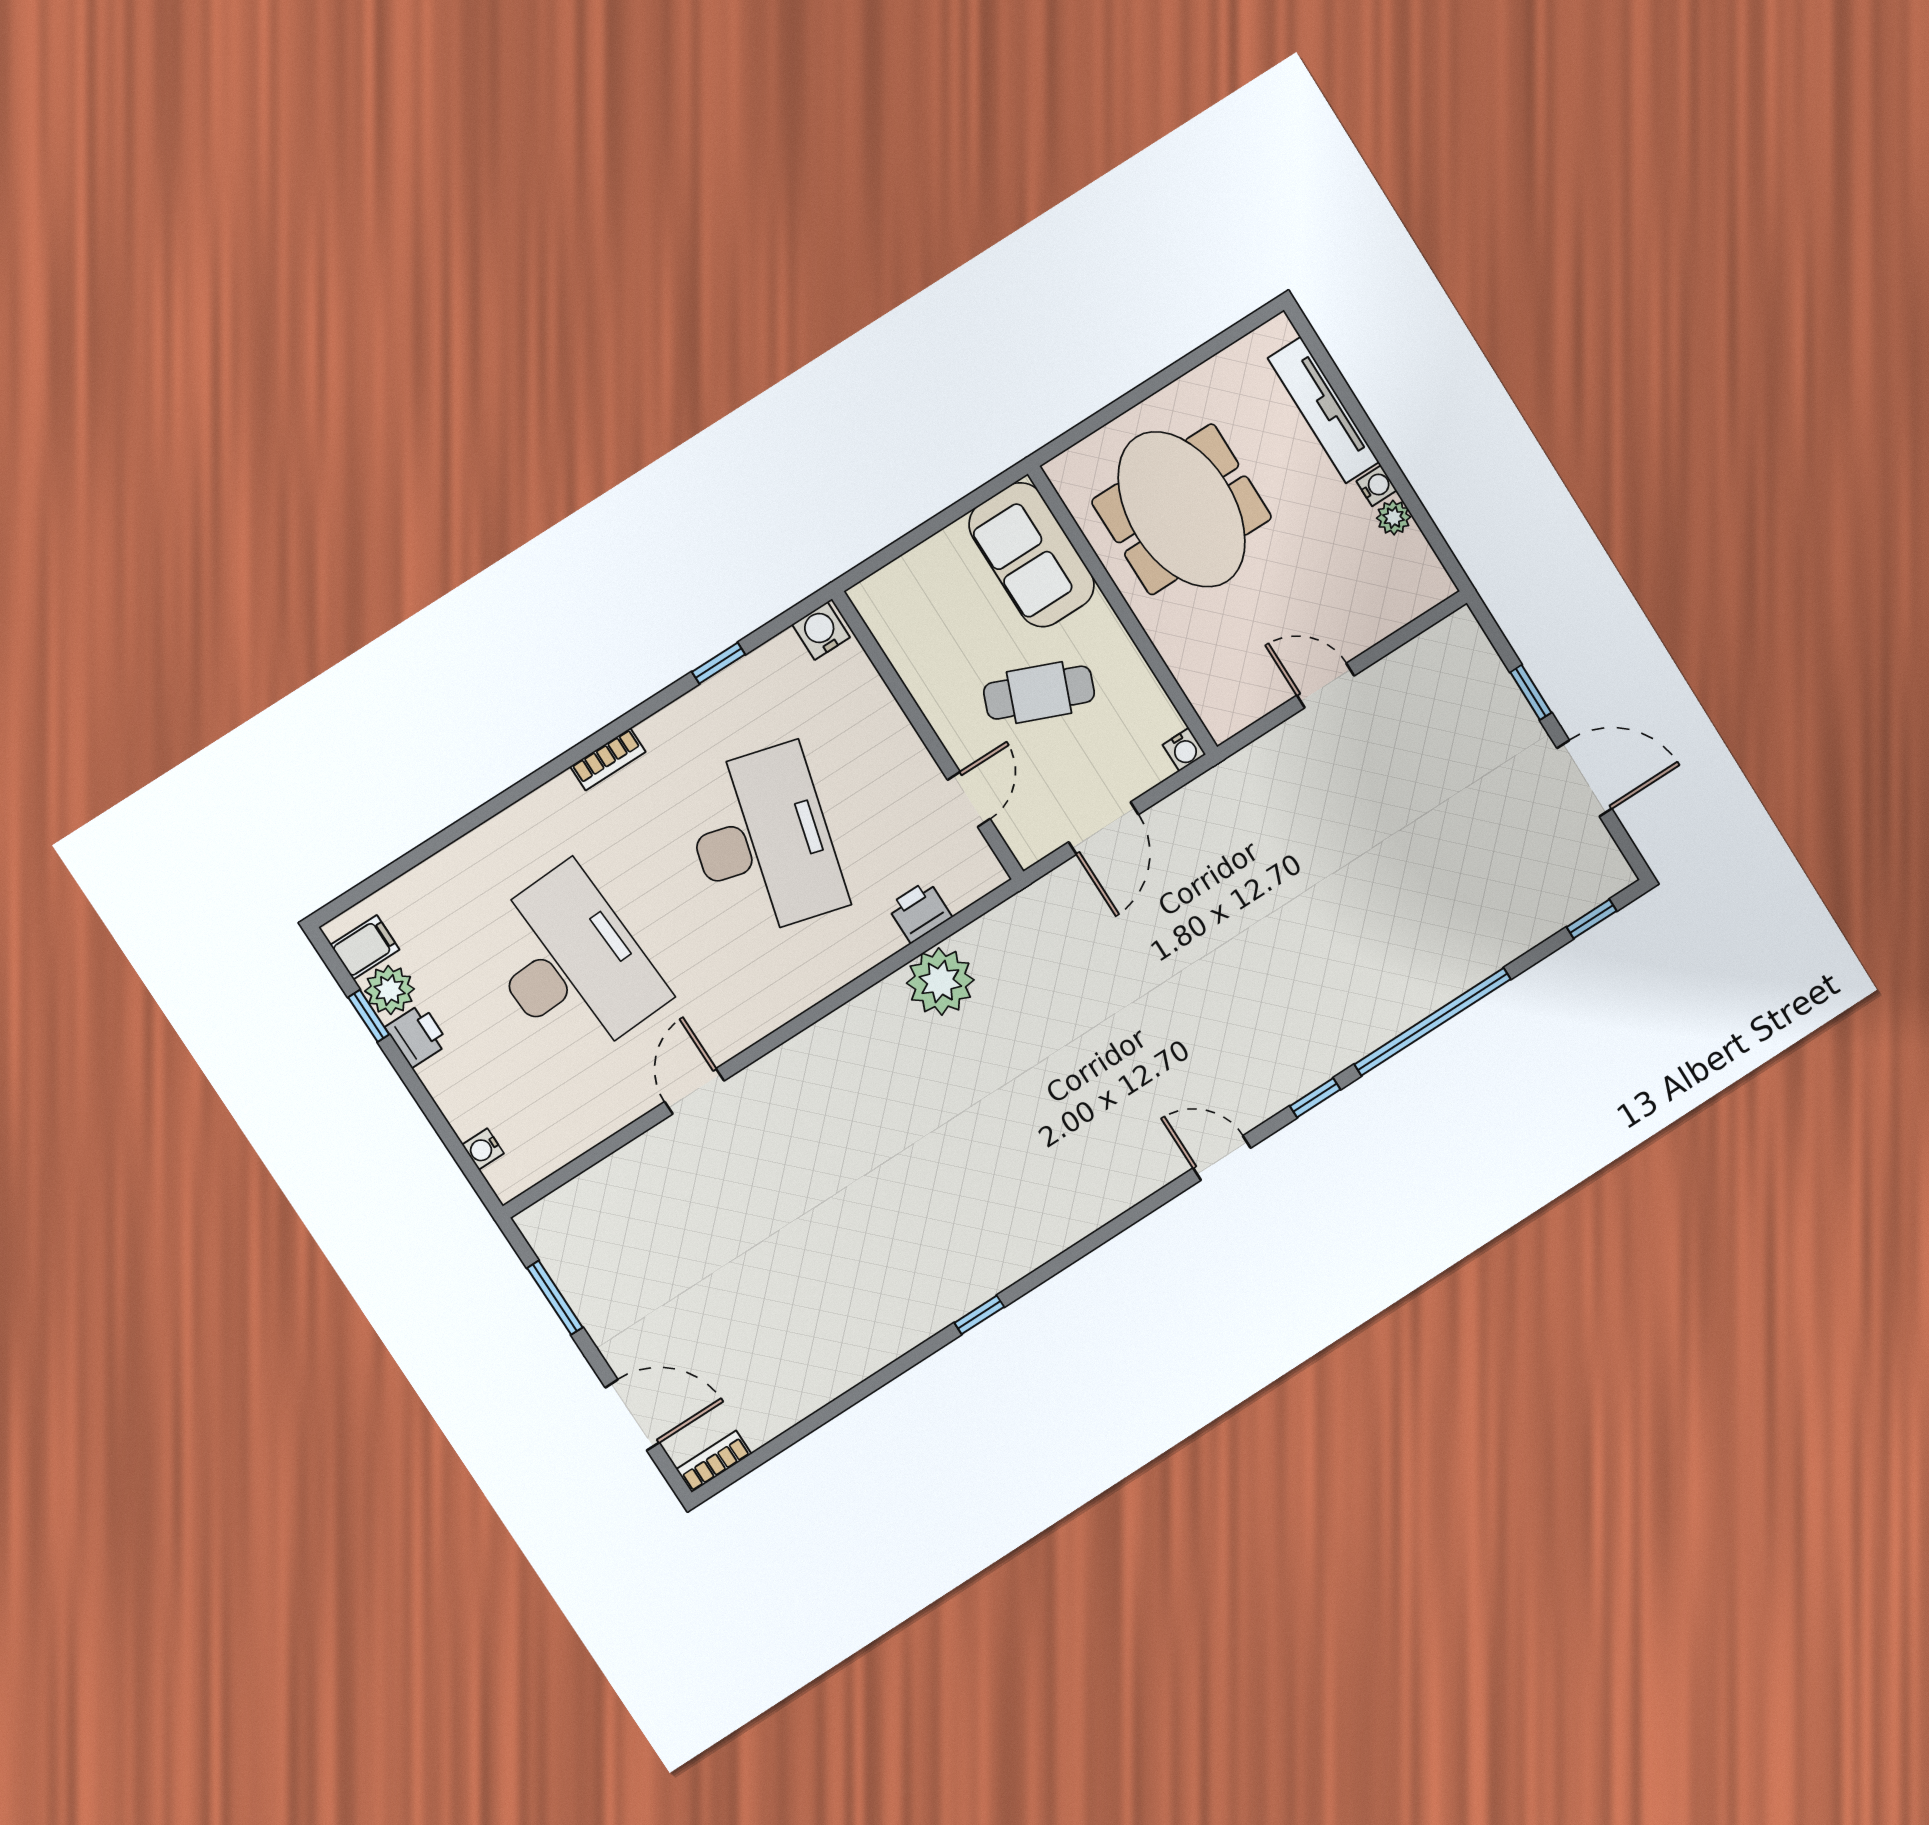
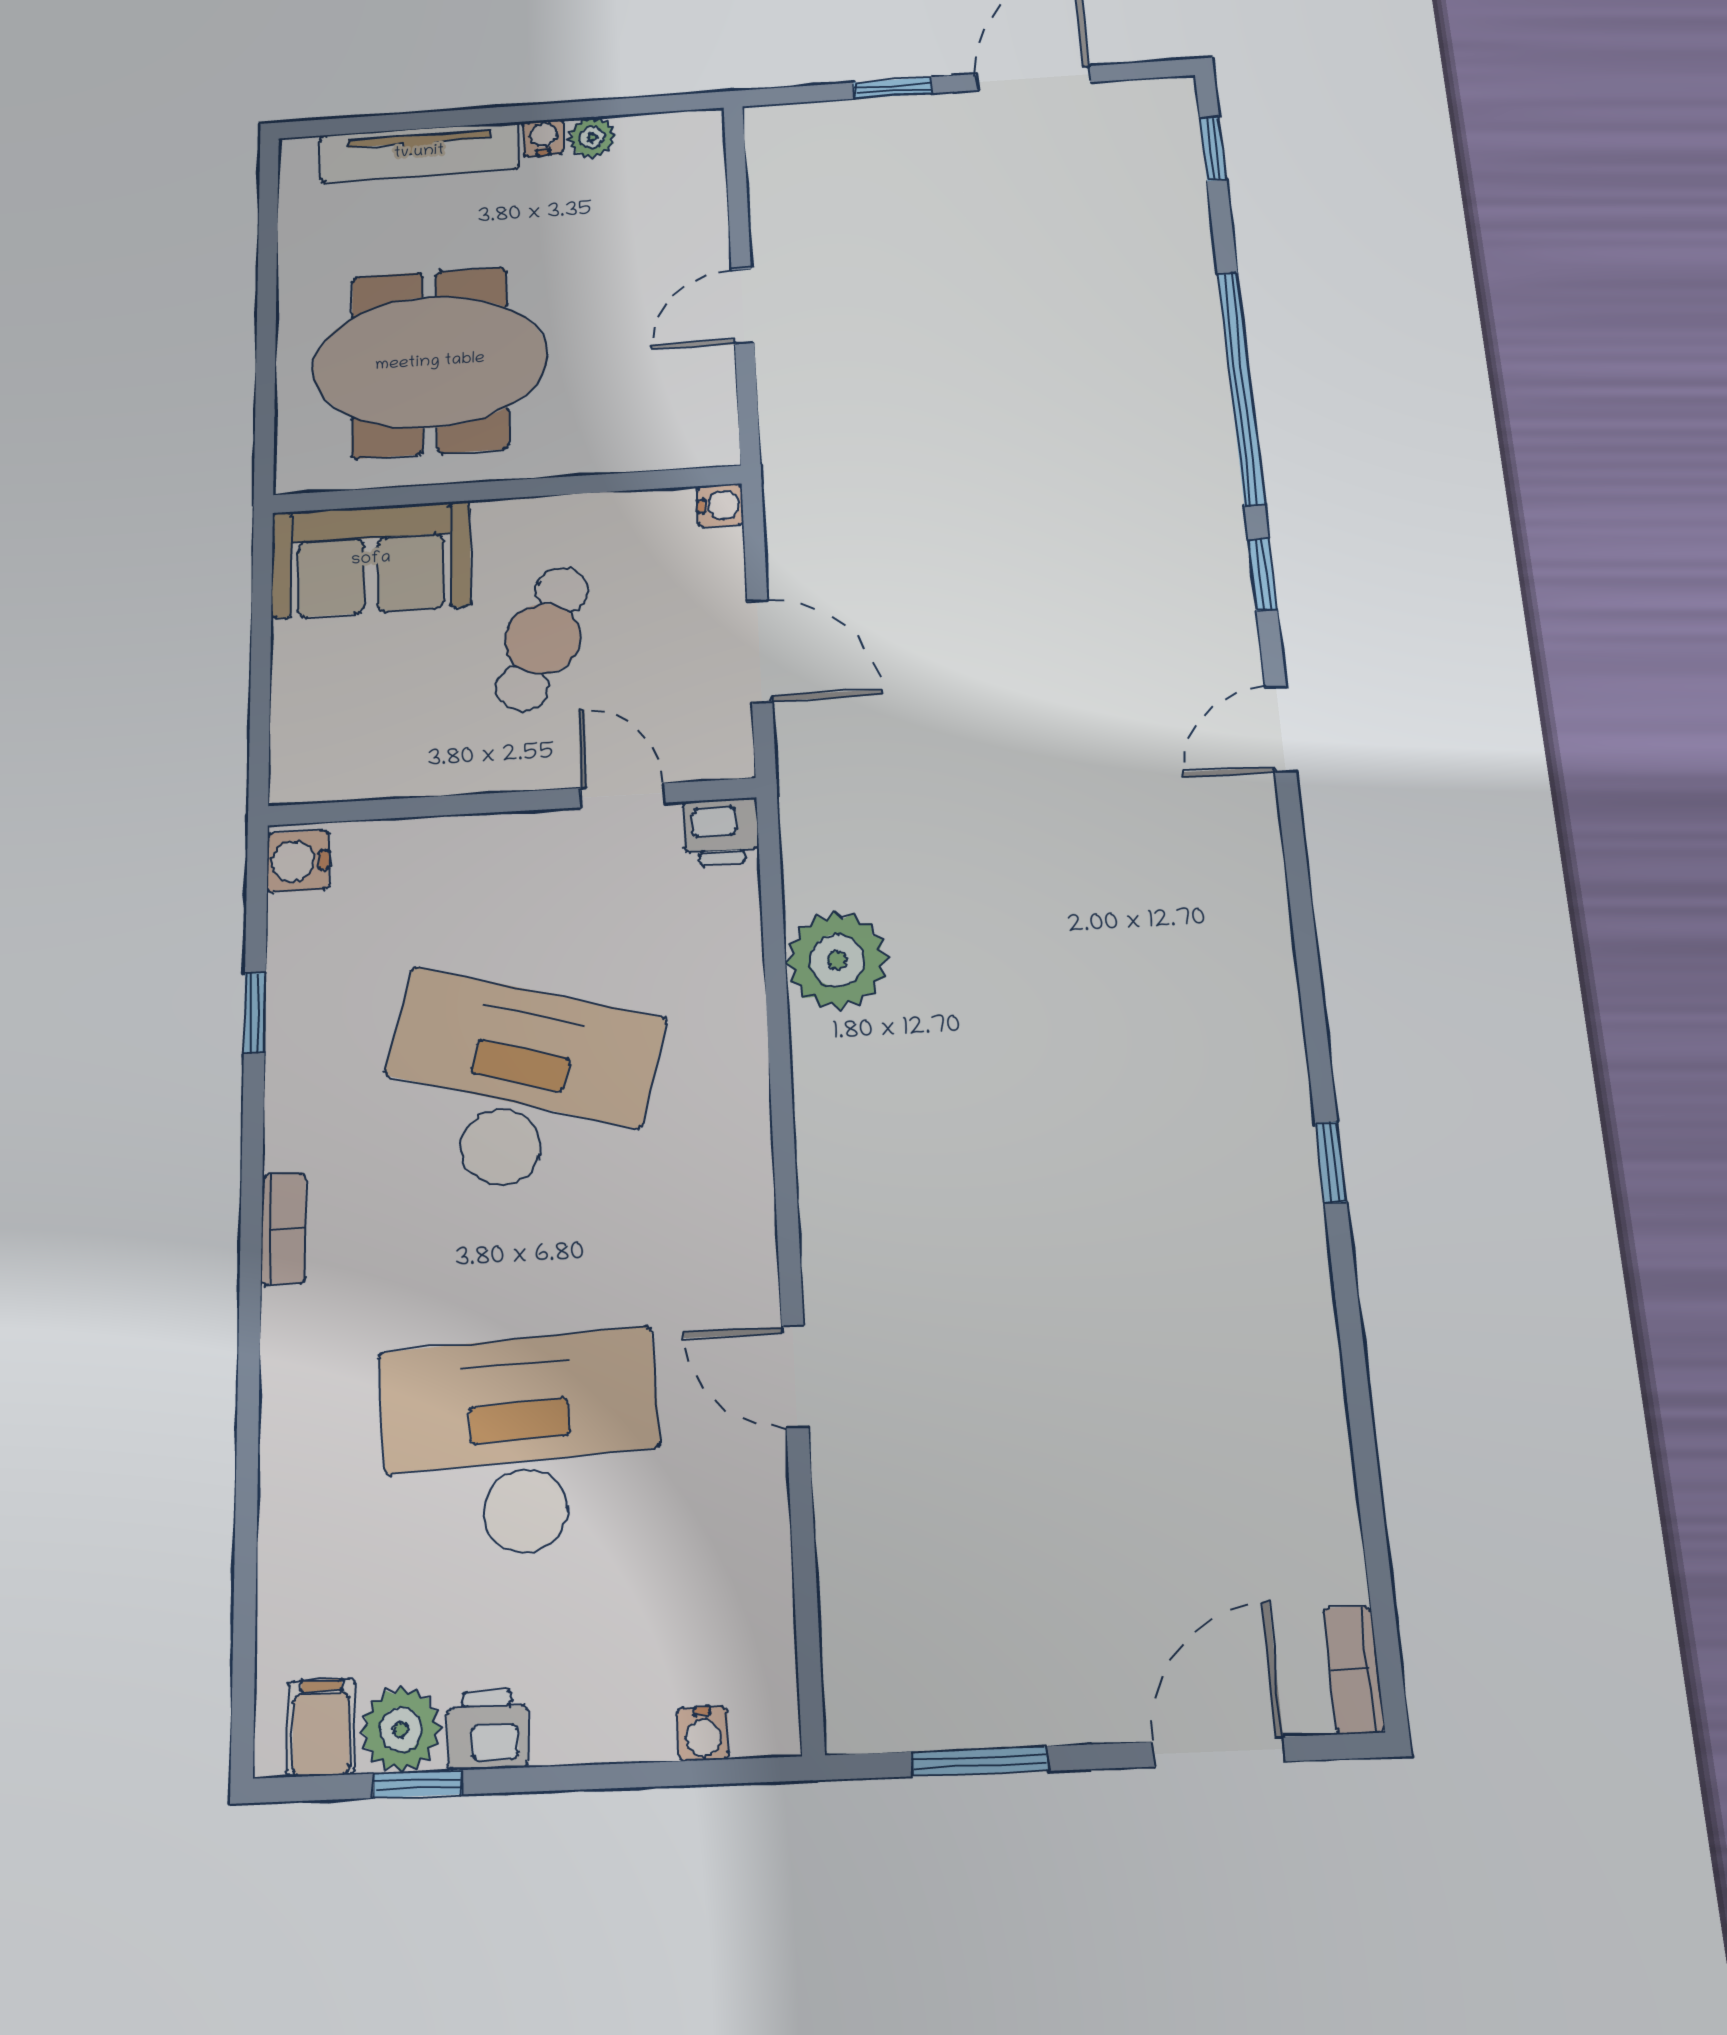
printer: (920, 912) -> (721, 831), moved, turned -90

